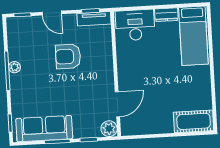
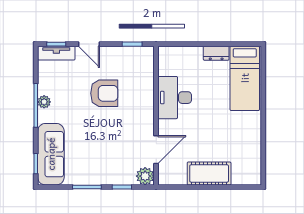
tv unit: (94, 19) -> (56, 53), moved
desk: (135, 25) -> (175, 98), moved, turned -90
armchair: (68, 56) -> (104, 93), turned 180
cot: (194, 121) -> (209, 173), moved
sofa: (44, 129) -> (51, 154), moved, turned 90

